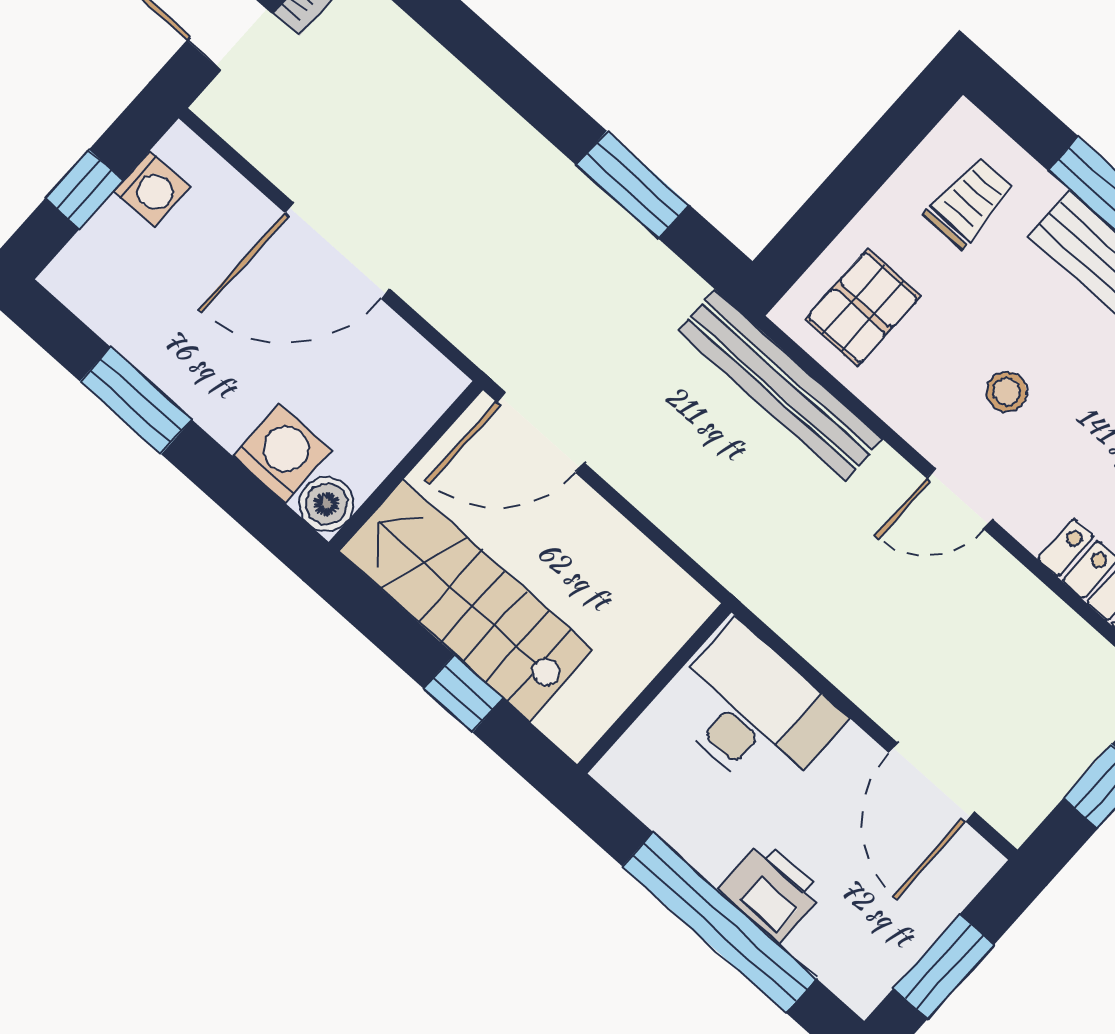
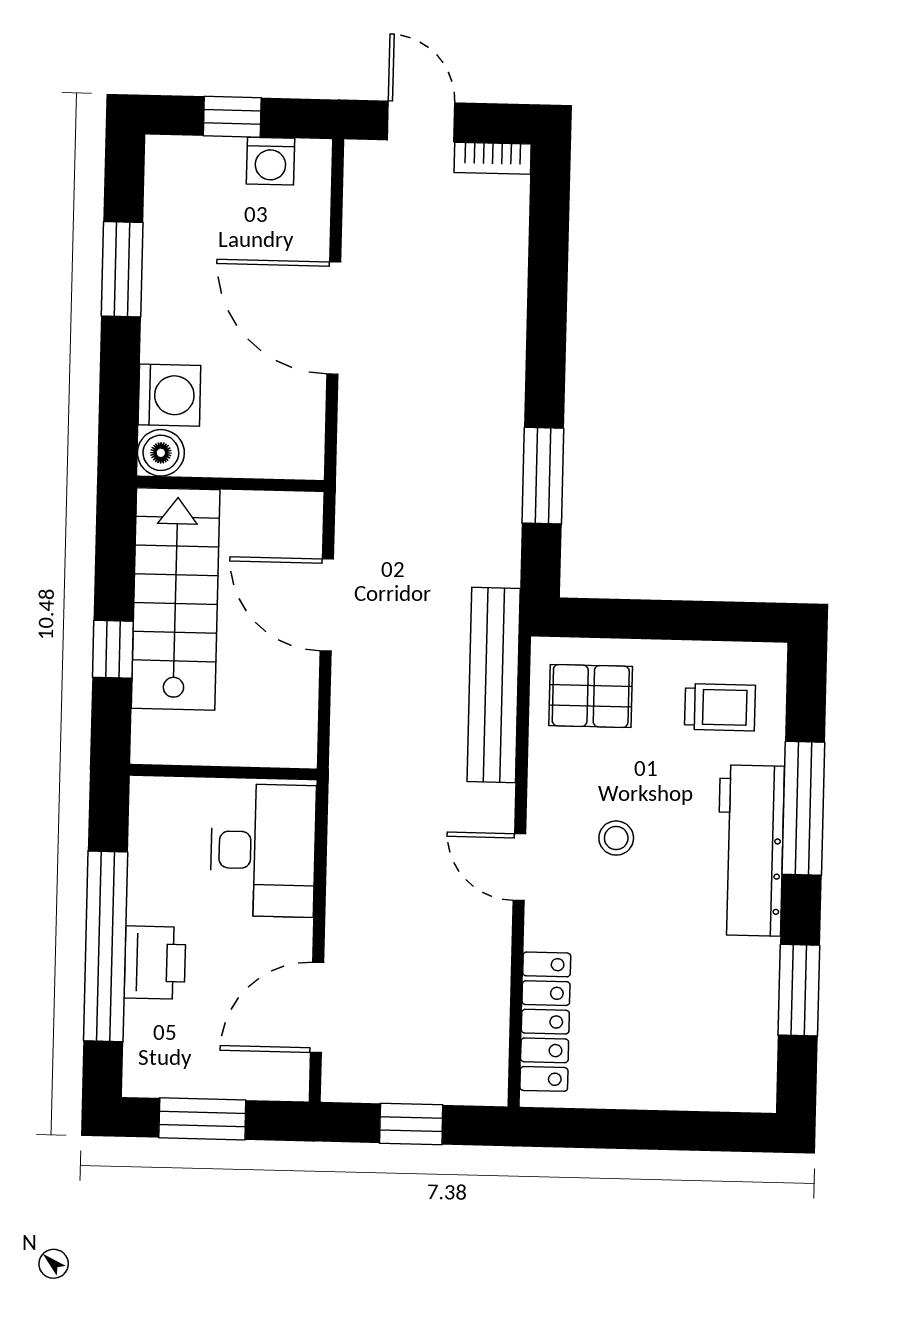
door: (540, 432) -> (327, 605), moved

